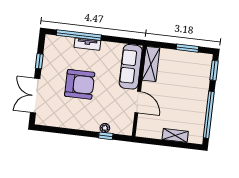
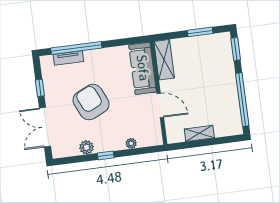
tv unit: (87, 44) -> (68, 58), moved
armchair: (80, 84) -> (91, 102), turned -115
plant: (66, 122) -> (87, 147), added
shelving: (175, 135) -> (199, 133), moved
window: (106, 136) -> (106, 155), moved

